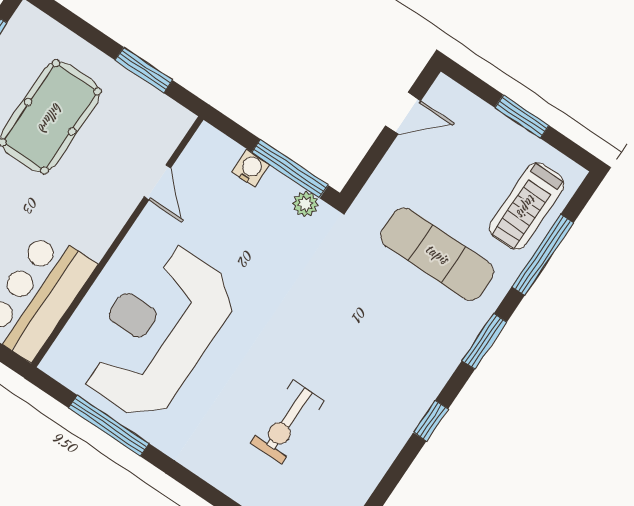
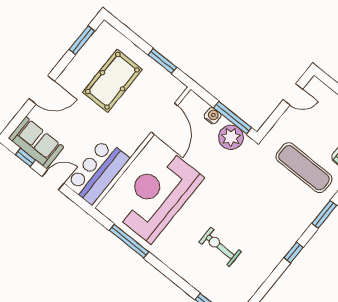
door: (157, 182) -> (164, 119), width x1.88
plant: (305, 204) -> (231, 137), width x1.87, depth x1.87
exercise bike: (287, 422) -> (220, 247), turned 90

